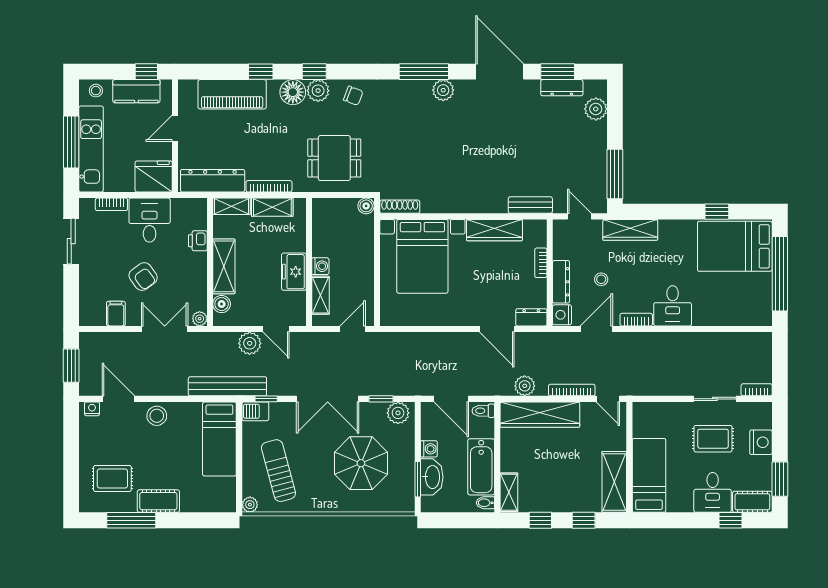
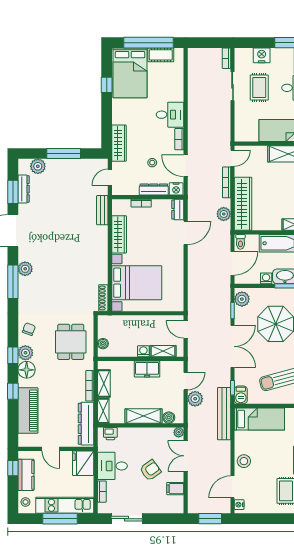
window: (615, 174) -> (64, 153), moved
boiler: (366, 206) -> (103, 344), moved
printer: (198, 241) -> (110, 434), moved
cot: (762, 292) -> (161, 55), added

